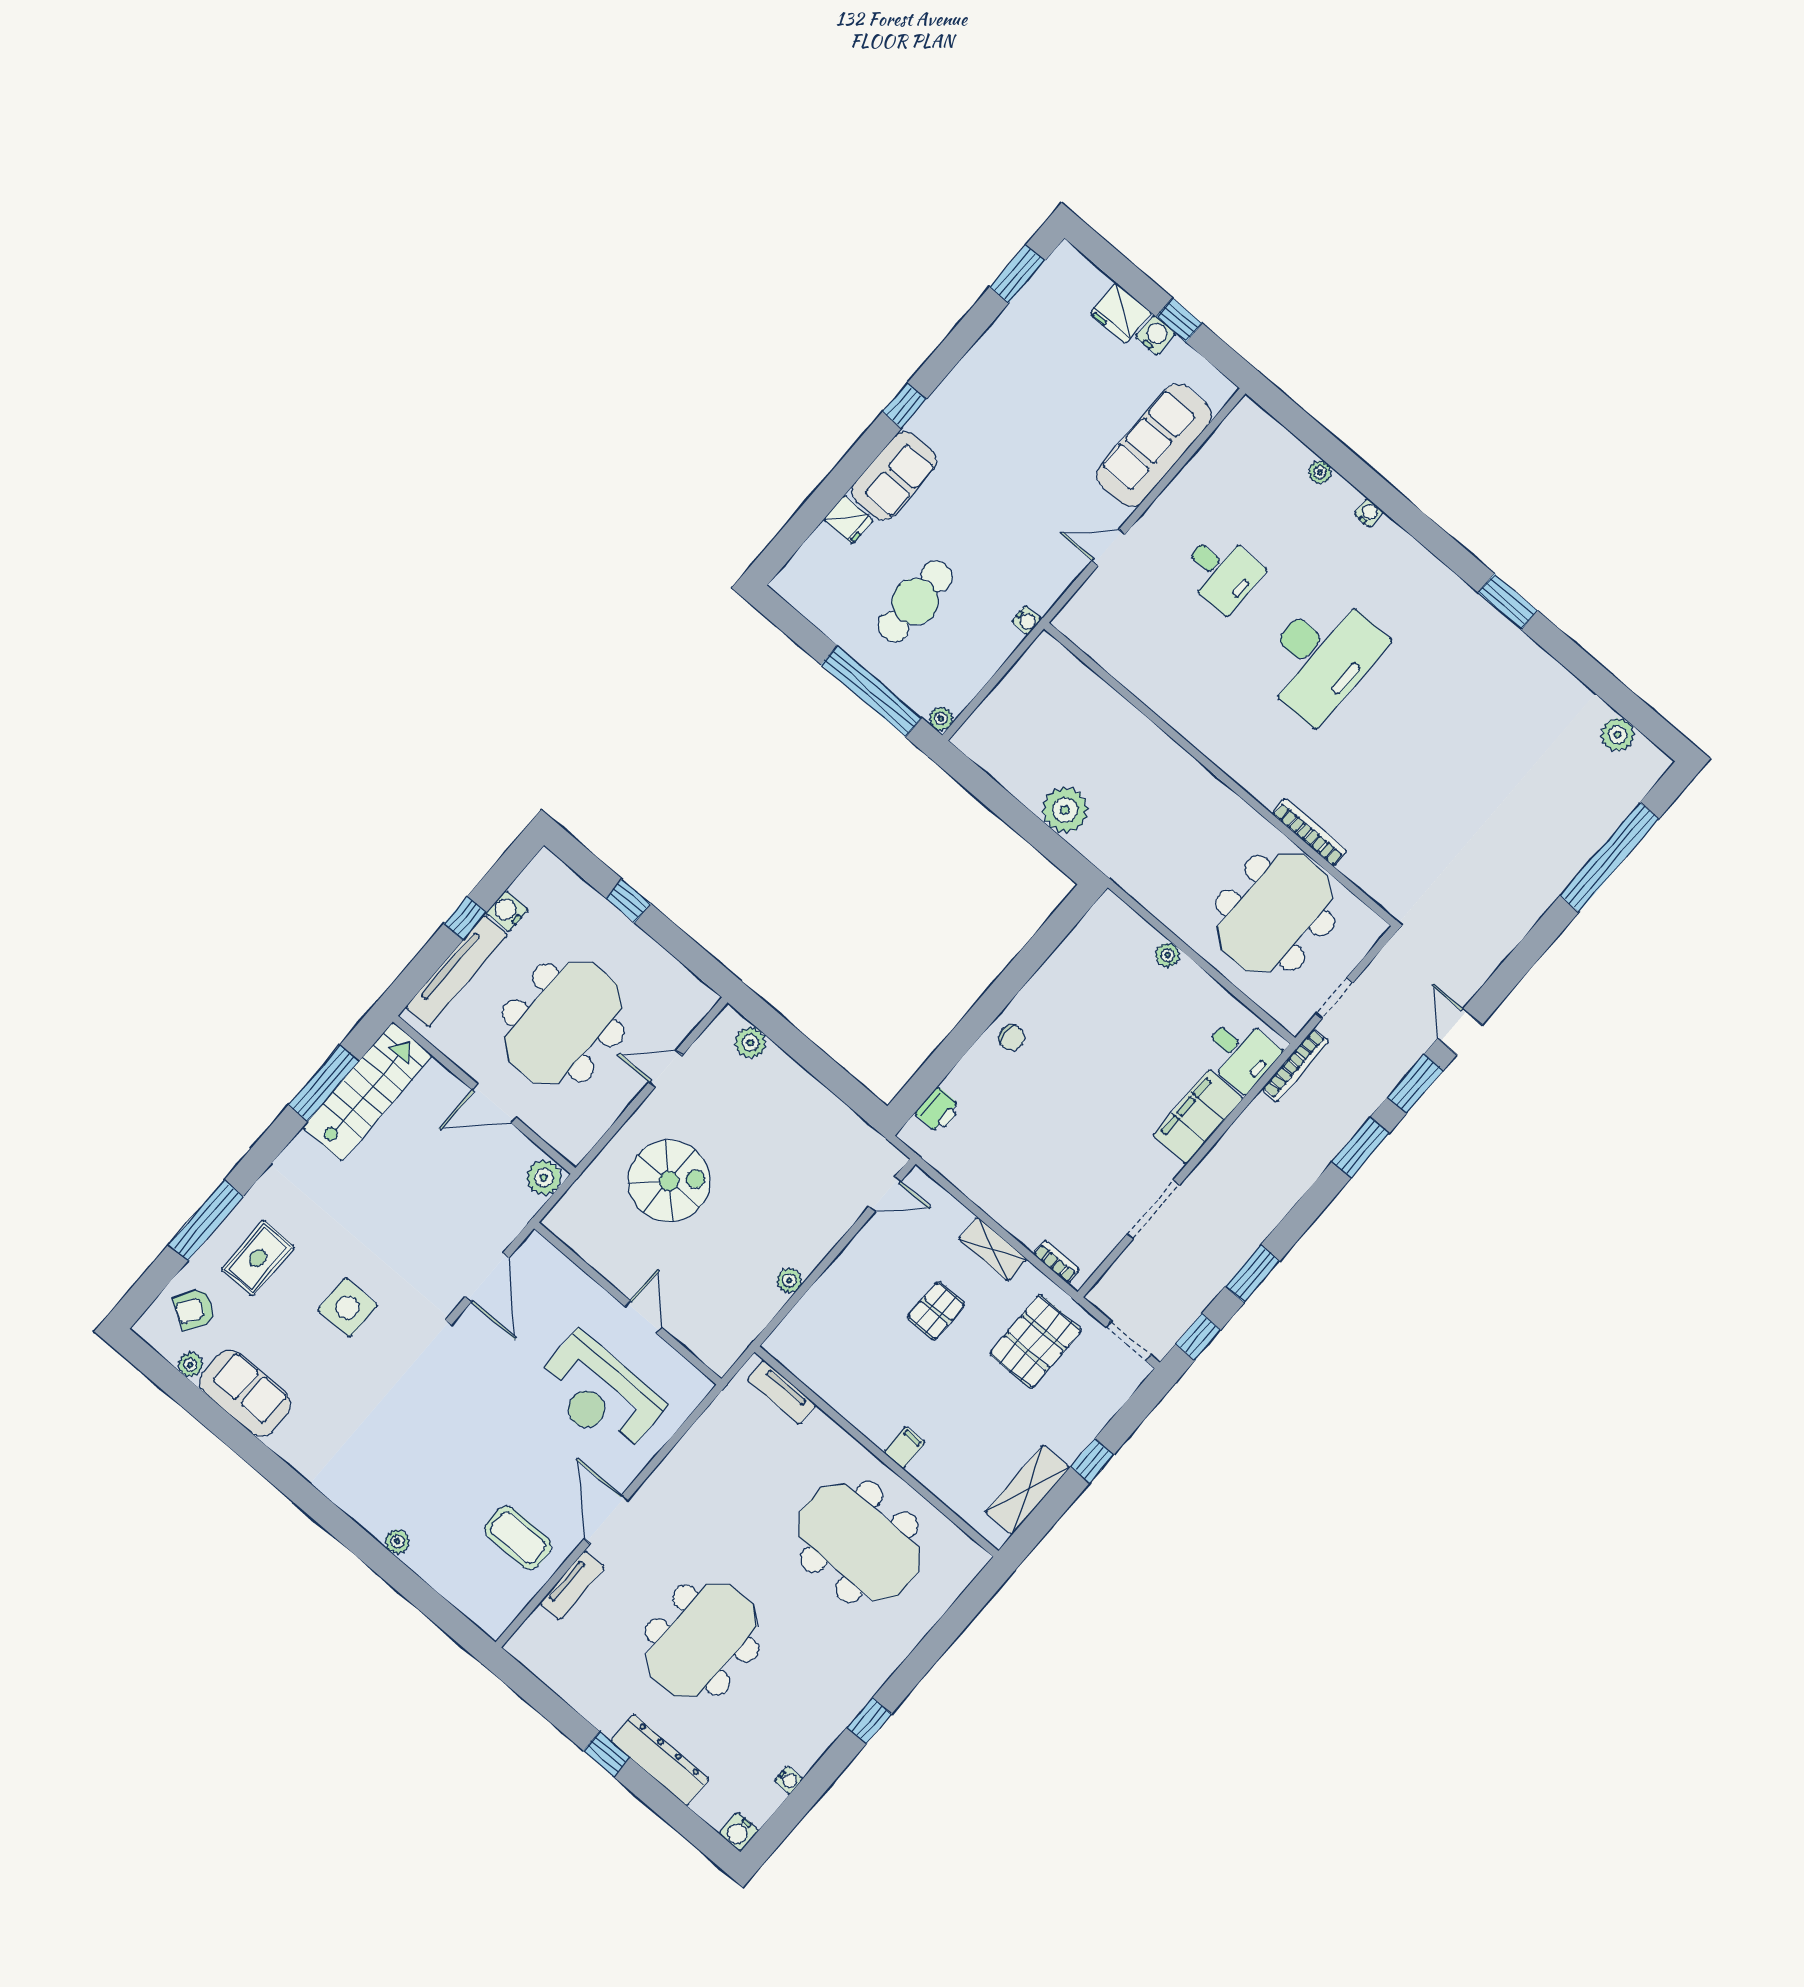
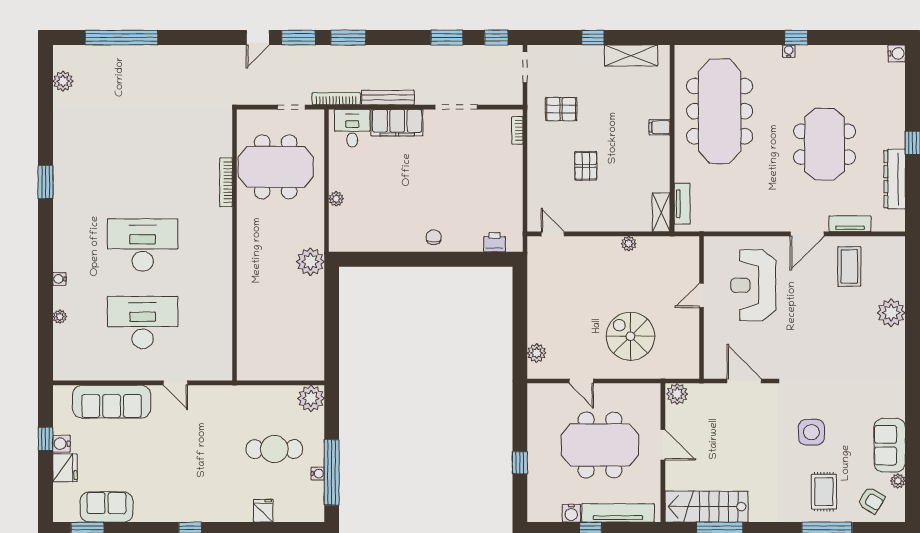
sofa: (894, 476) -> (106, 507), moved
desk: (1222, 572) -> (143, 323), width x1.87, depth x1.30
water cooler: (1027, 620) -> (318, 474), moved, turned 90
window: (872, 691) -> (332, 472), moved
plant: (941, 719) -> (311, 398), width x1.88, depth x1.88
plant: (1065, 810) -> (310, 262), moved
bench: (1240, 1133) -> (388, 98), added
shelving: (993, 1249) -> (661, 212), moved
rug: (258, 1258) -> (824, 492), turned 90
door: (487, 1277) -> (744, 381), hinge flipped
pallet: (936, 1311) -> (586, 166), turned 90
pallet: (1036, 1342) -> (561, 109), width x0.67, depth x0.71
reception desk: (599, 1394) -> (753, 285), turned 180
plant: (397, 1542) -> (891, 313), width x1.87, depth x1.87
meeting table: (859, 1542) -> (720, 111), width x1.36
meeting table: (702, 1640) -> (825, 144), turned 90
dresser: (660, 1760) -> (895, 179), moved
water cooler: (789, 1780) -> (789, 51), moved

